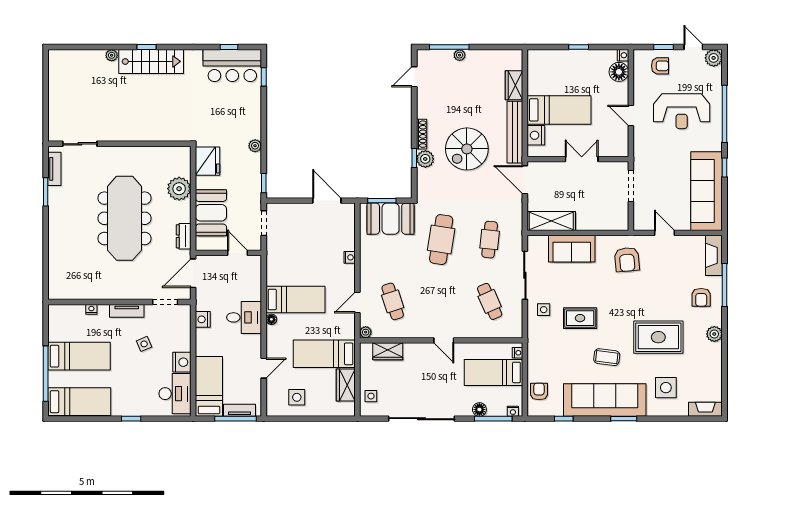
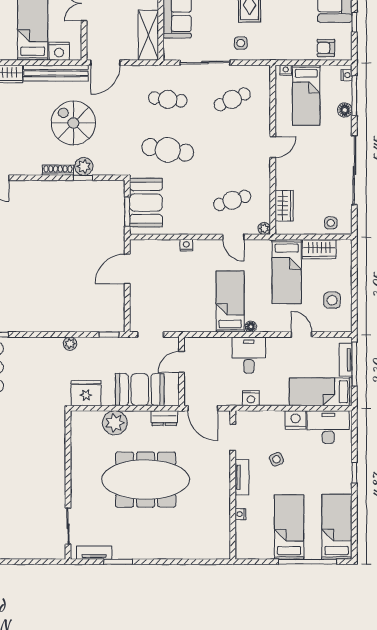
spiral stairs: (467, 149) -> (73, 123), turned 180

